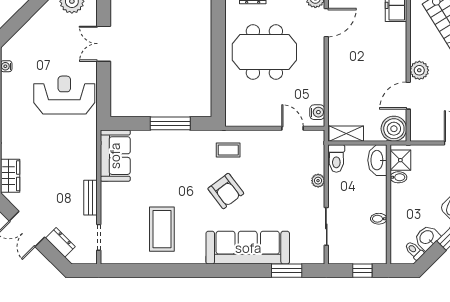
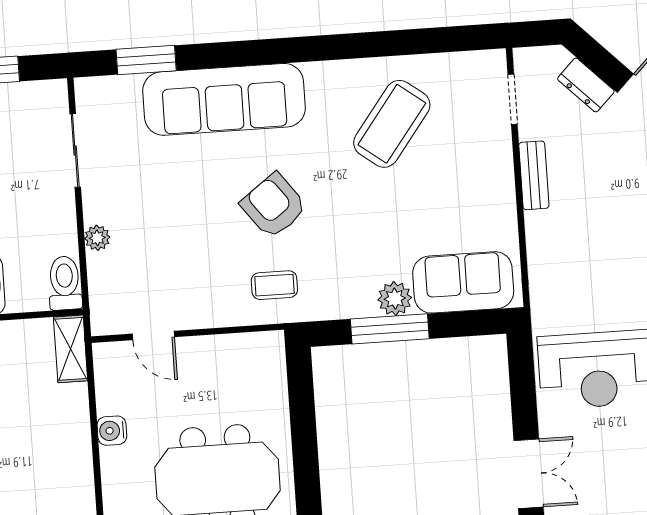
water cooler: (317, 112) -> (112, 431), moved
shelving: (346, 134) -> (71, 349), moved, turned 90
plant: (167, 139) -> (395, 299), added
sofa: (115, 156) -> (463, 282), moved, turned 90
coffee table: (162, 229) -> (392, 124), turned 37

